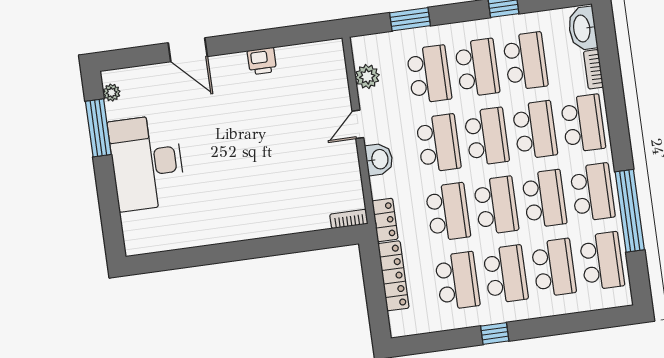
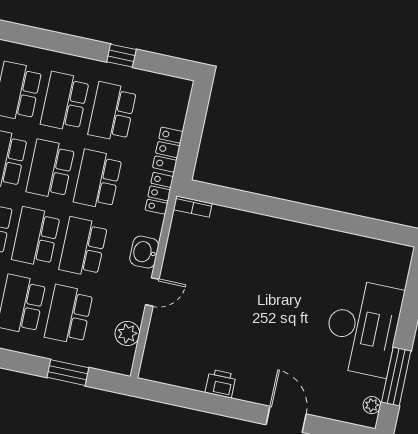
locker: (393, 276) -> (168, 150), width x0.66
window: (495, 333) -> (121, 56), moved

